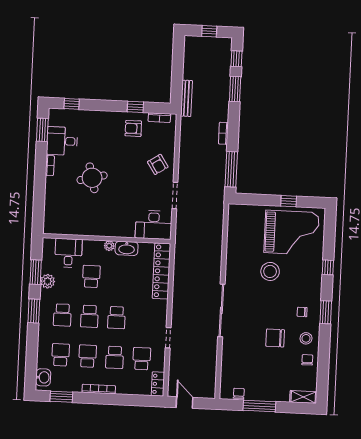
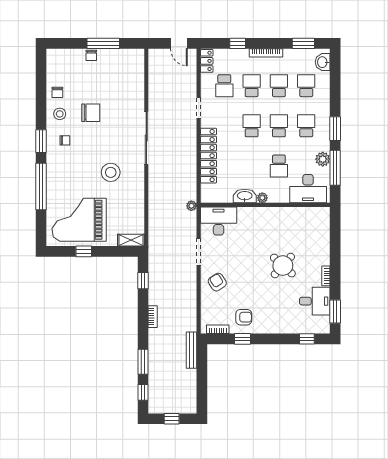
window: (231, 169) -> (143, 281), width x0.46
round table: (92, 178) -> (283, 266), turned -34
plant: (180, 241) -> (191, 206), added
desk: (68, 253) -> (308, 189), width x1.37
window: (328, 267) -> (41, 186), width x3.17
locker: (161, 271) -> (208, 156), moved
stool: (270, 271) -> (111, 172), moved
window: (36, 272) -> (335, 168), width x1.44
school desk: (60, 355) -> (306, 86), turned 180
school desk: (88, 356) -> (279, 86), turned 180
chair: (239, 393) -> (91, 55), moved
shelving: (303, 397) -> (131, 240), moved
window: (126, 400) -> (238, 43), added

